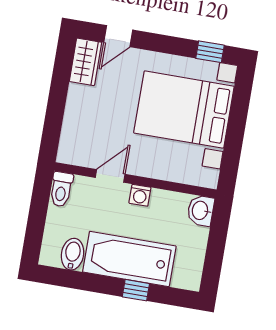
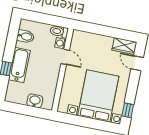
washing machine: (140, 195) -> (61, 43), moved
washbasin: (201, 210) -> (35, 101), moved
bathtub: (129, 259) -> (19, 65), width x0.73, depth x0.73

